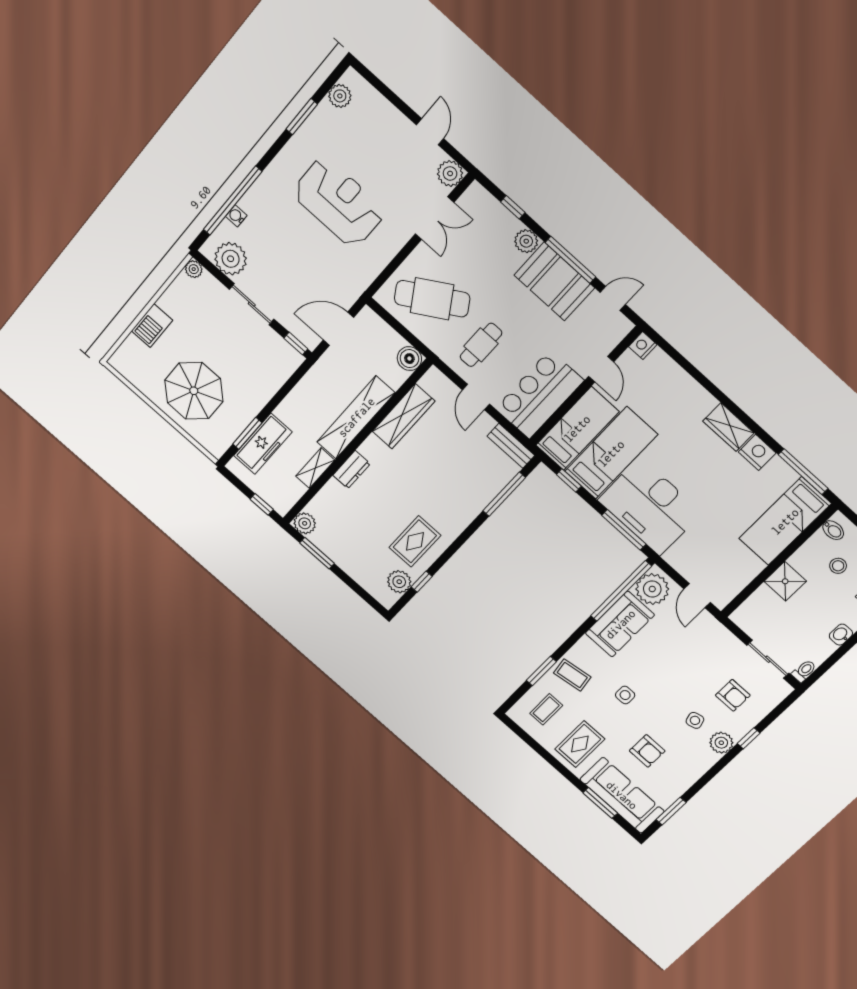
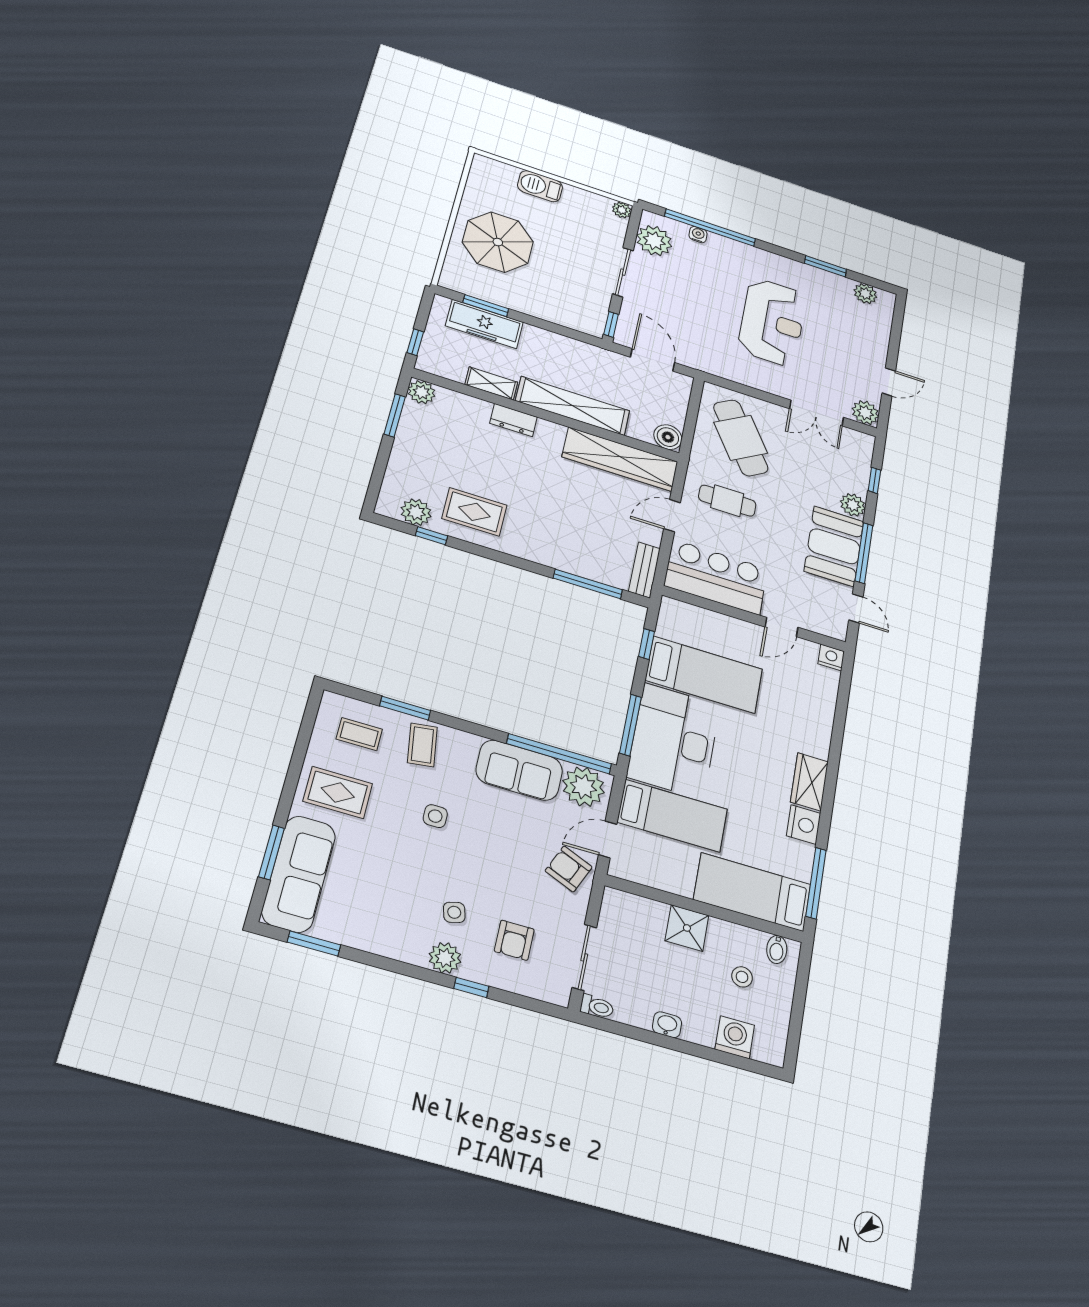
wardrobe: (404, 416) -> (620, 459), width x1.40, depth x1.17
bed: (577, 428) -> (672, 816), moved
armchair: (647, 751) -> (569, 869), moved, turned 113

